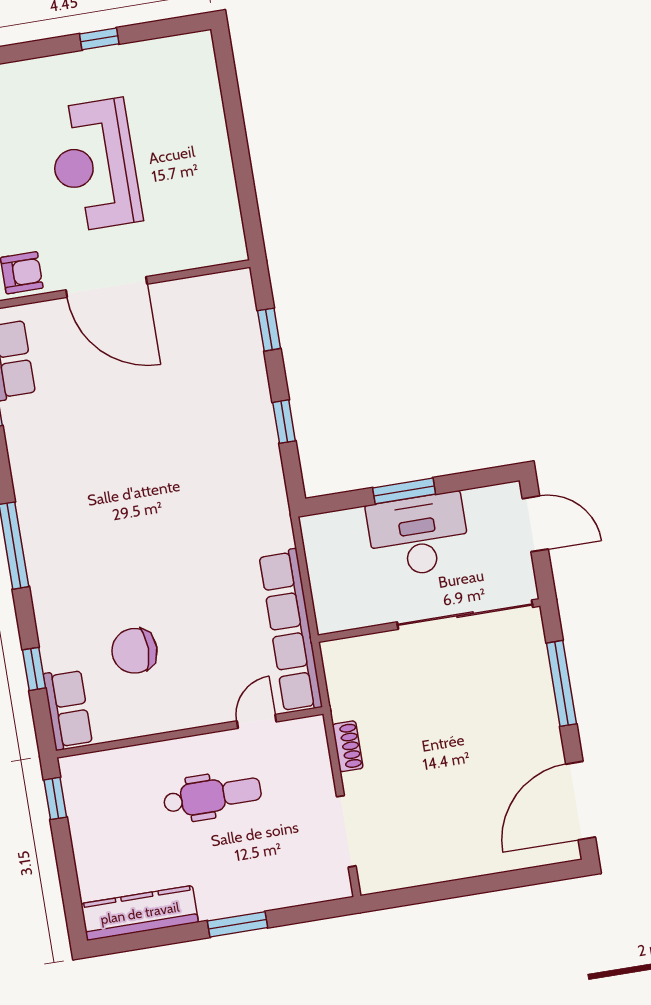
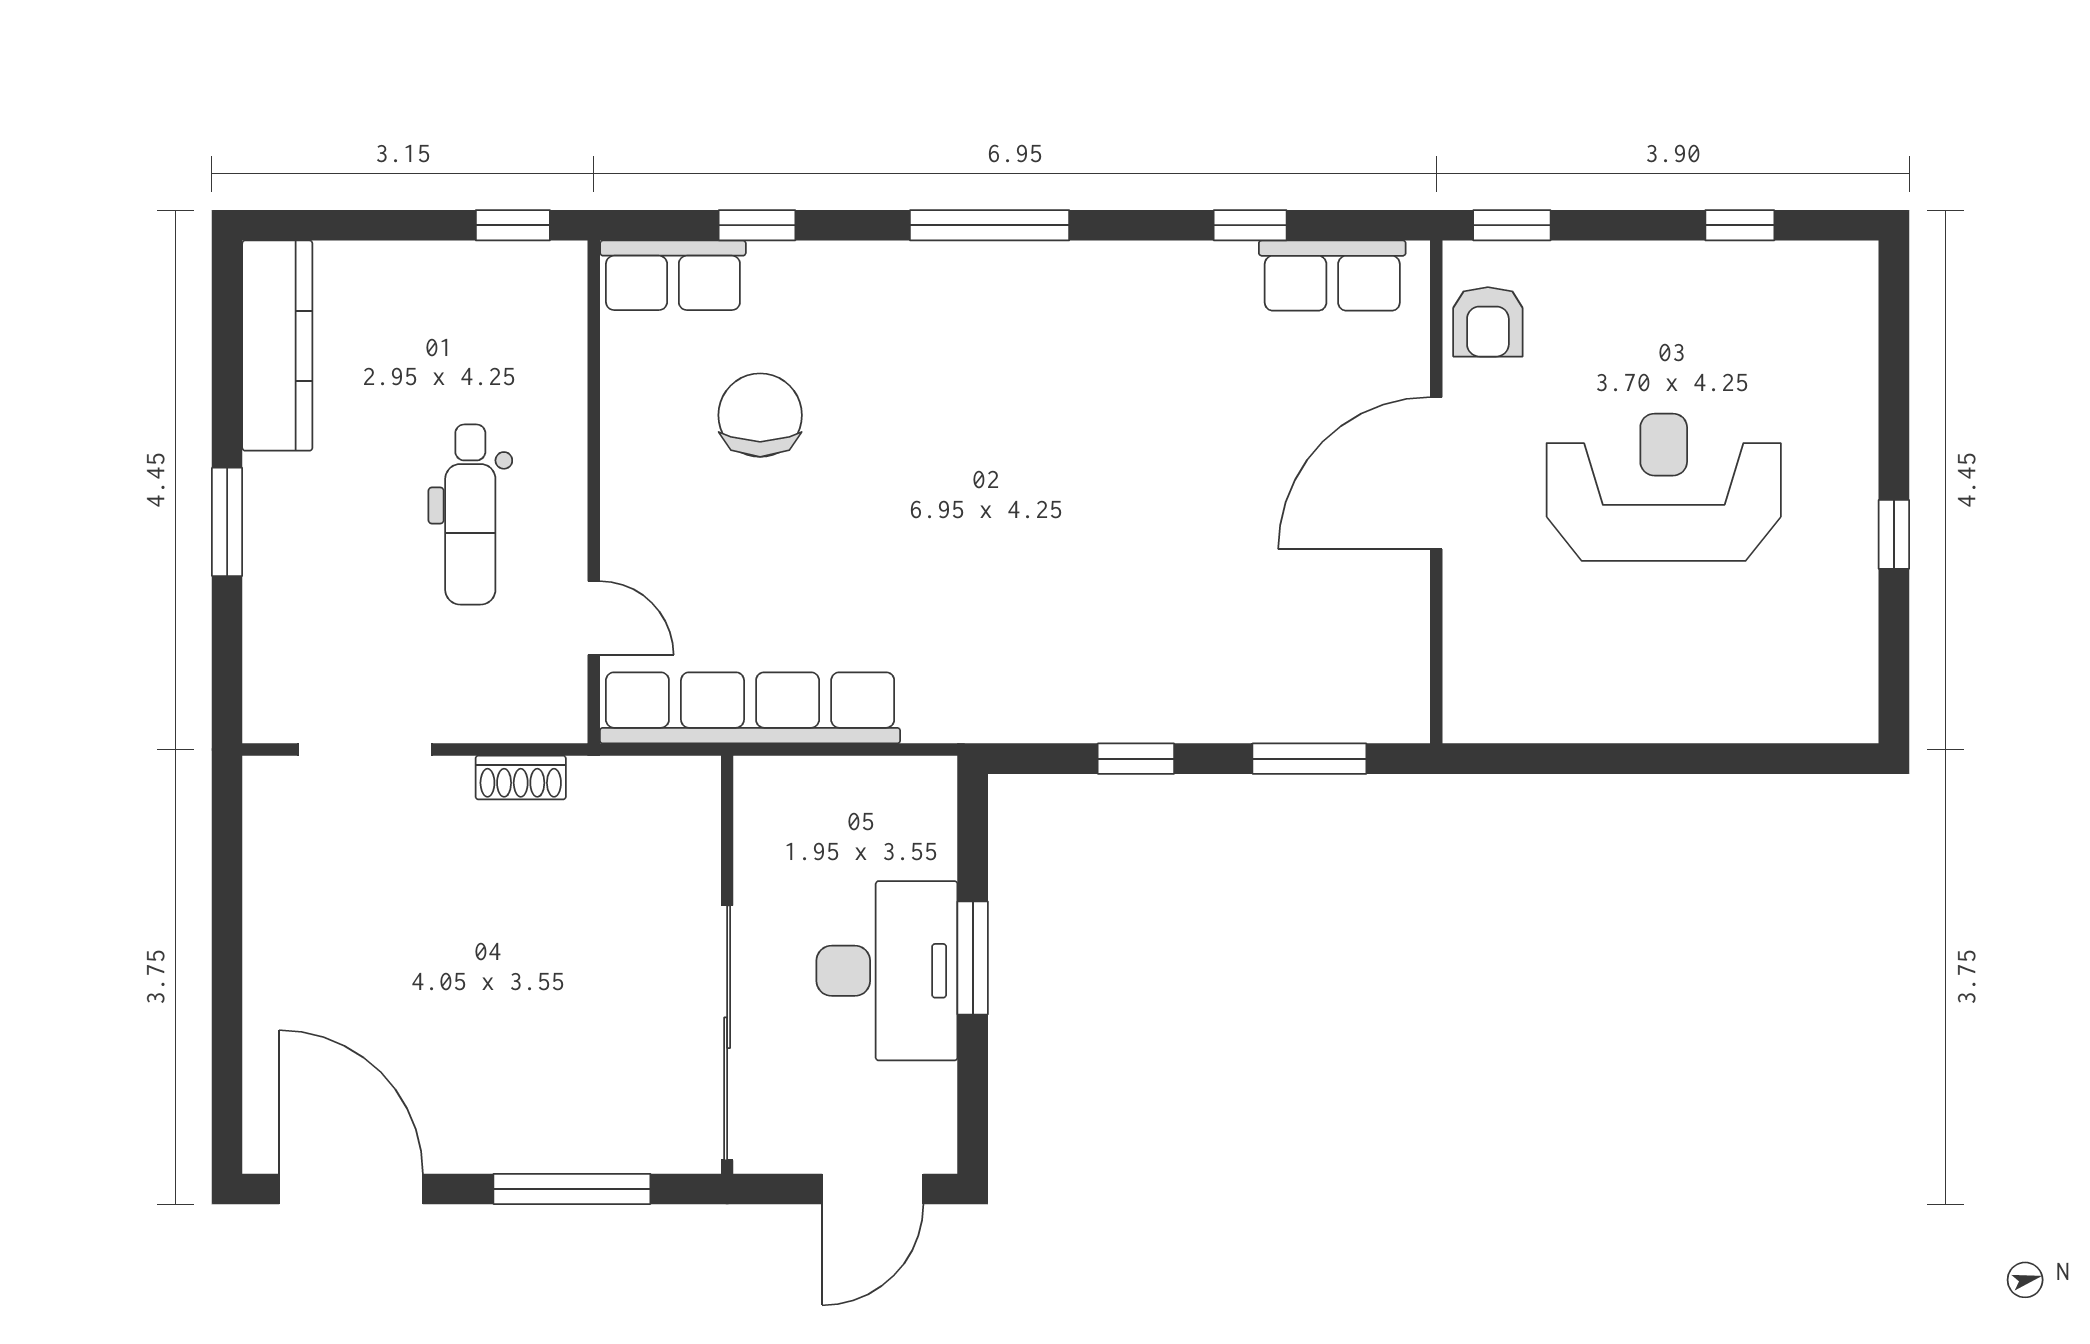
window: (269, 330) -> (1309, 759), width x1.50

